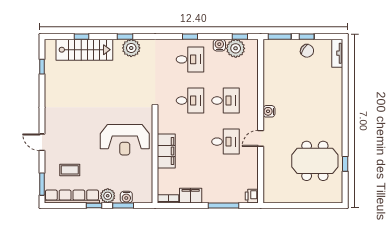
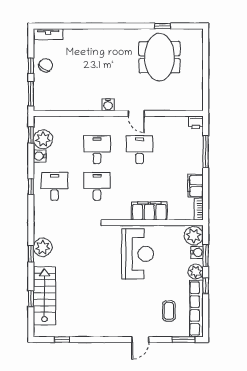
plant: (142, 194) -> (194, 236), added

